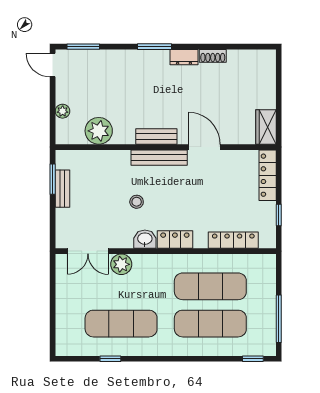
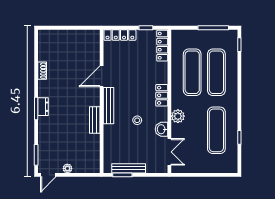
dresser: (184, 57) -> (43, 107), moved
plant: (63, 111) -> (67, 168), moved
wardrobe: (266, 127) -> (89, 36), removed
plant: (99, 131) -> (91, 145), removed
bench: (156, 137) -> (95, 120), moved
bench: (63, 189) -> (129, 168), width x1.36
washbasin: (145, 239) -> (162, 129), moved
locker: (233, 240) -> (162, 46), moved
plant: (121, 264) -> (178, 116), moved

